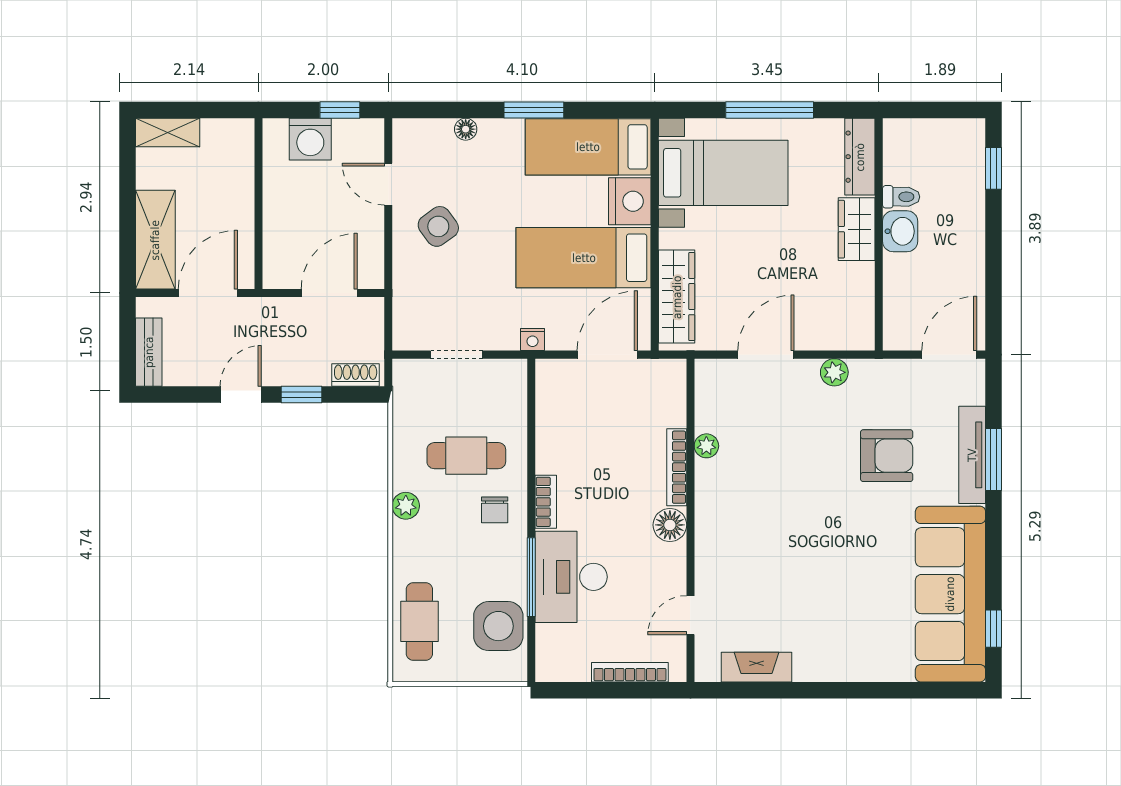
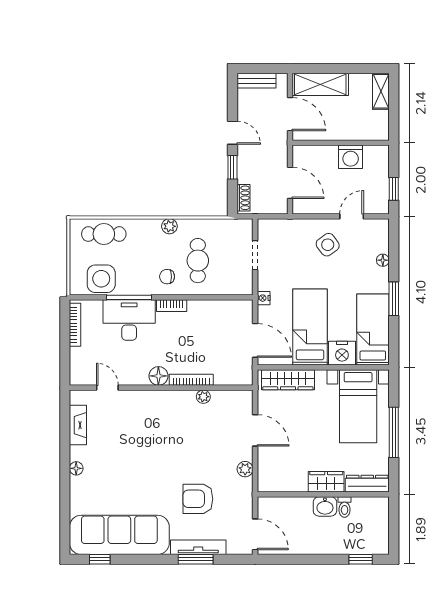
washing machine: (310, 139) -> (351, 157), moved, turned -90
armchair: (887, 456) -> (198, 499), turned 90
floor lamp: (833, 670) -> (76, 468), added
bookcase: (630, 672) -> (75, 325), moved

